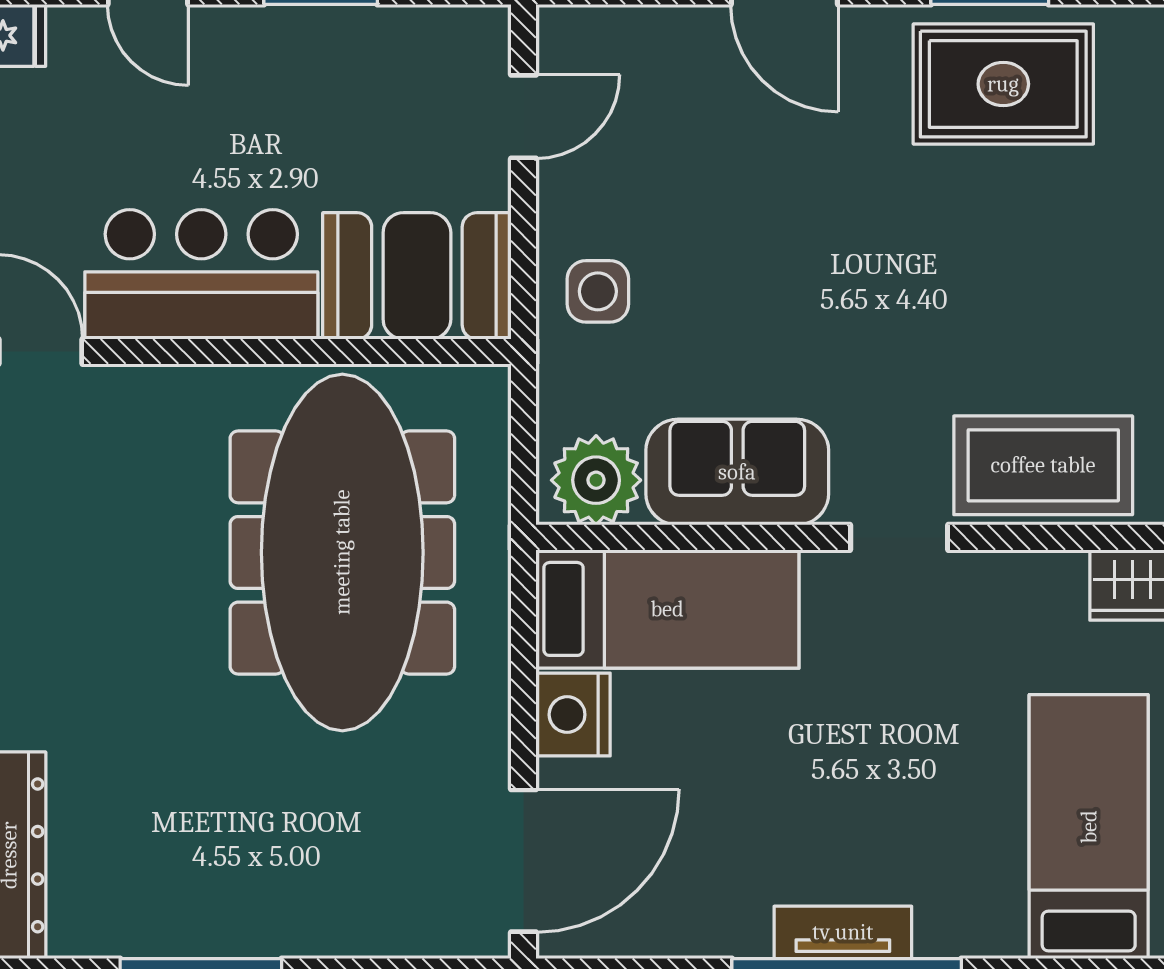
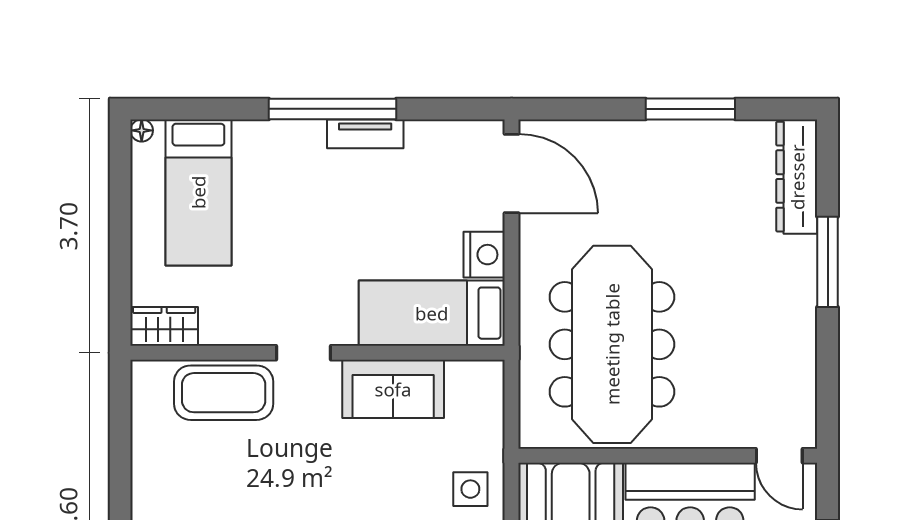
plant: (596, 480) -> (471, 384), removed
door: (523, 861) -> (512, 174), swing flipped
tv unit: (843, 932) -> (365, 134), moved

